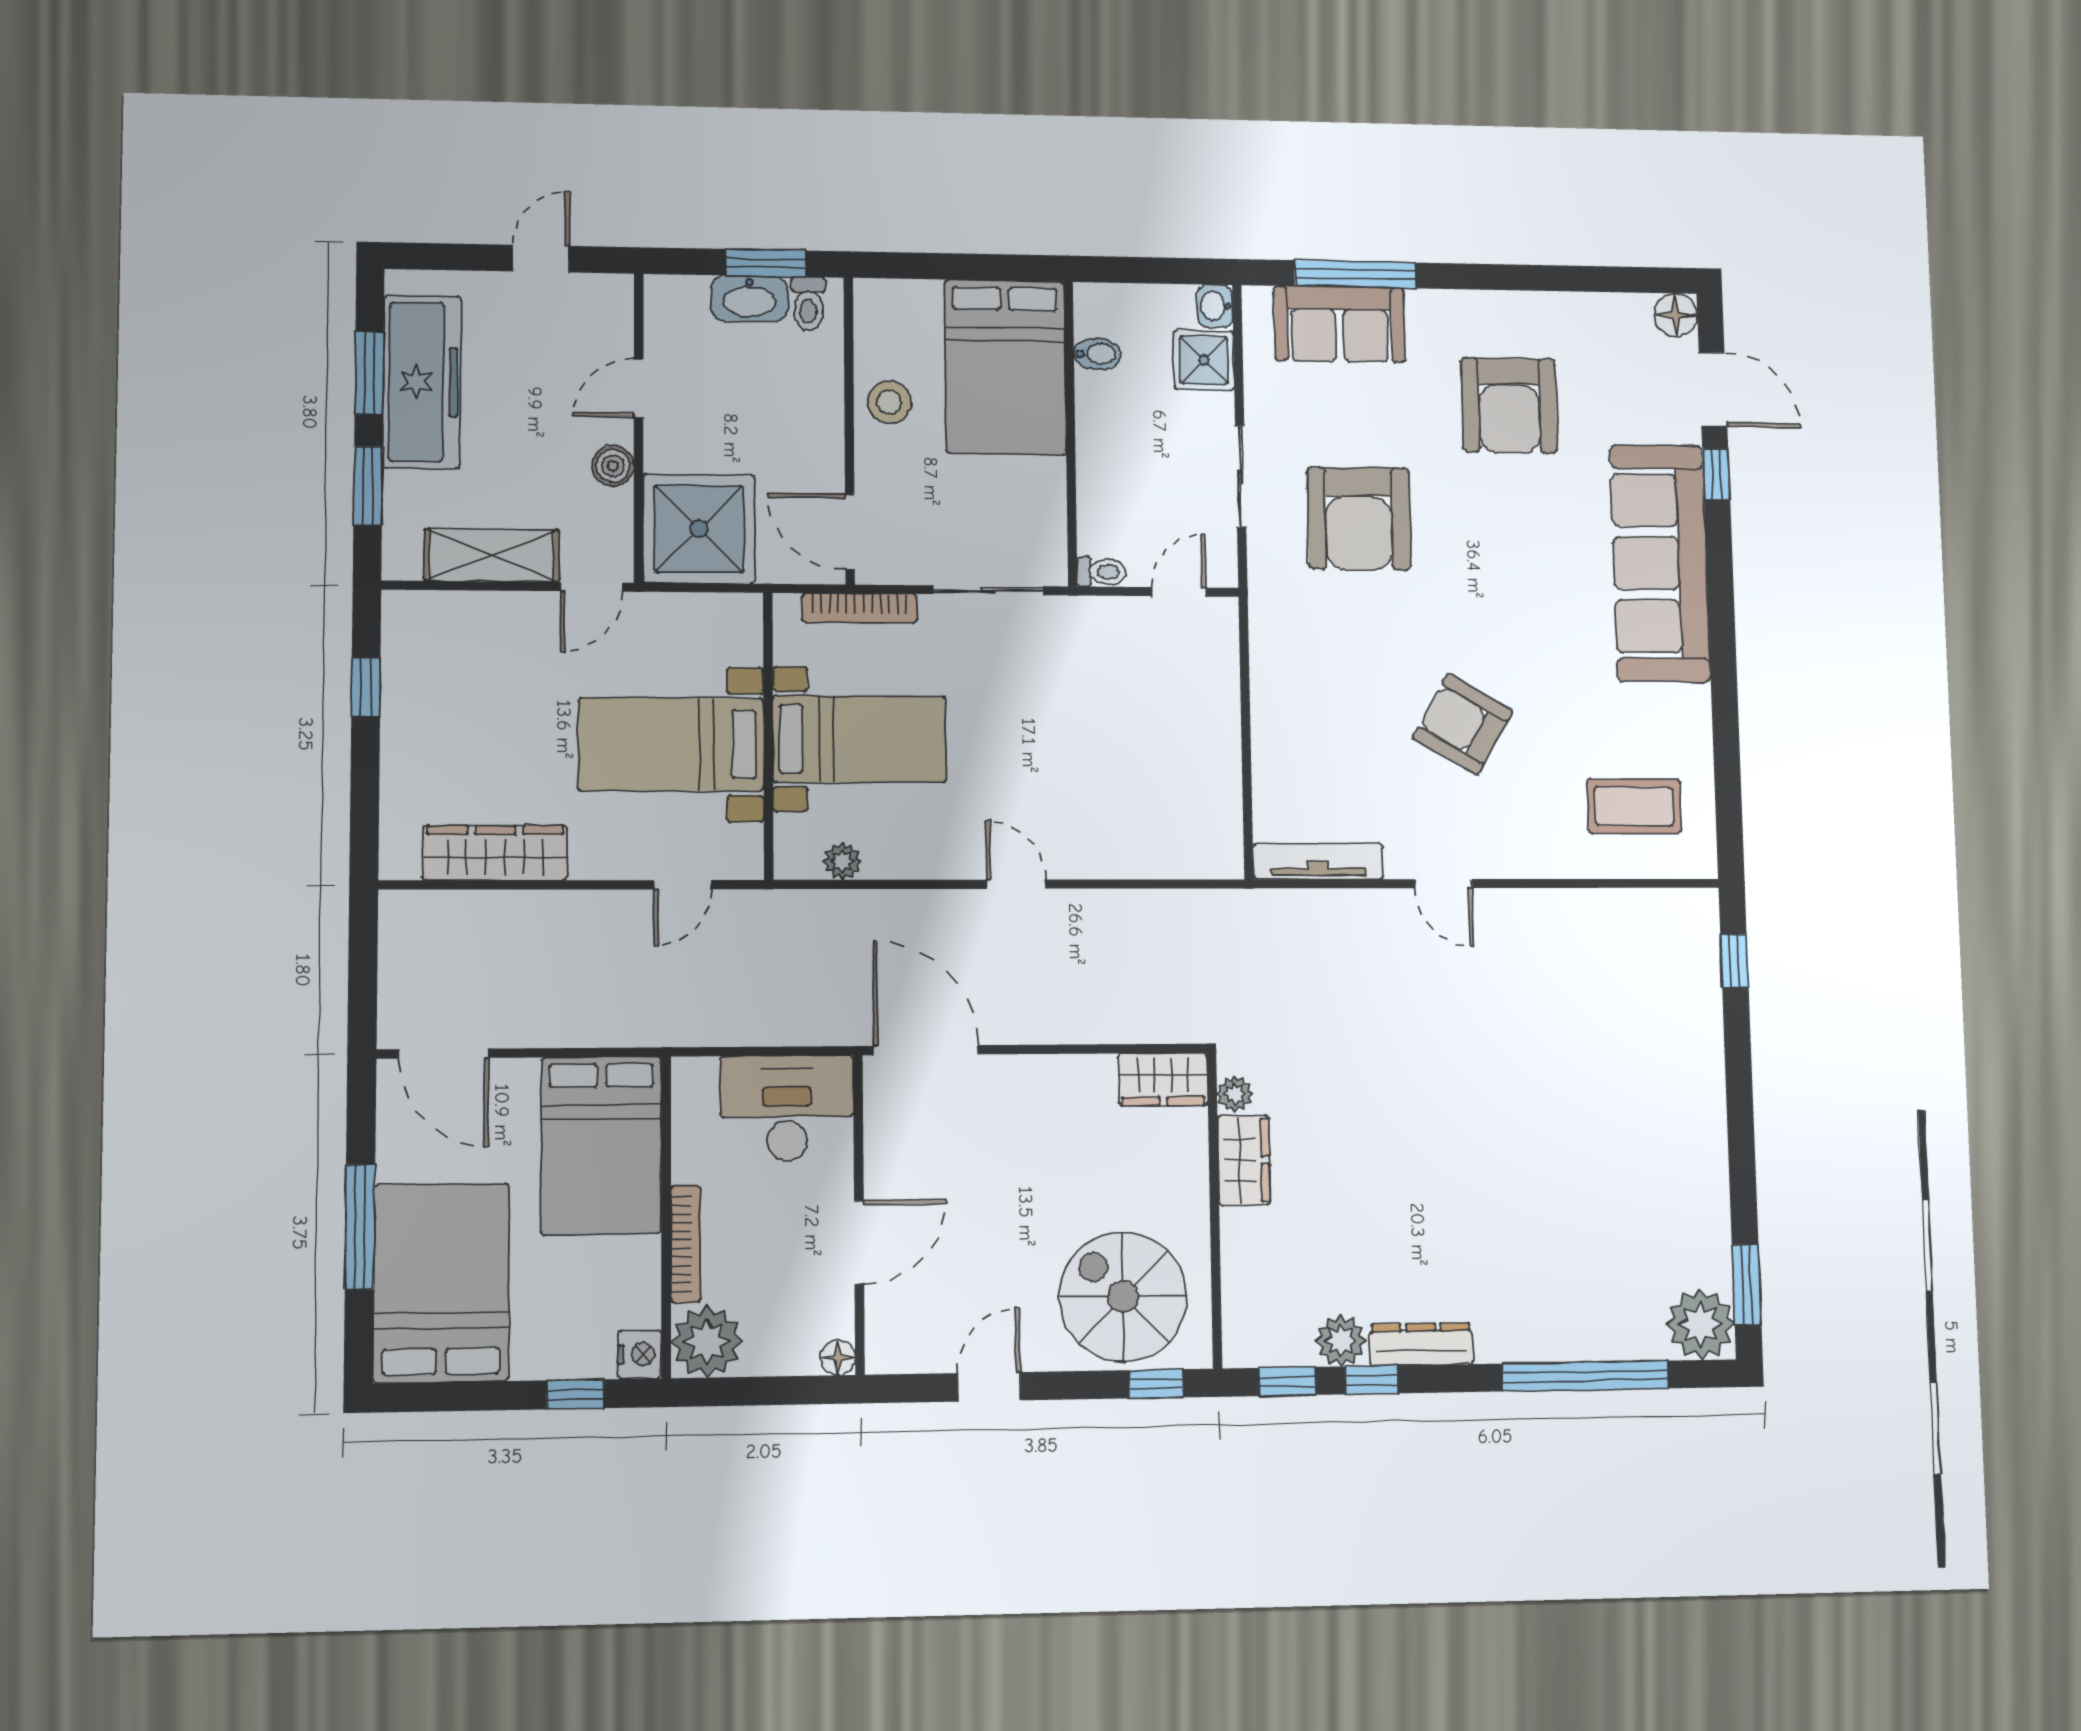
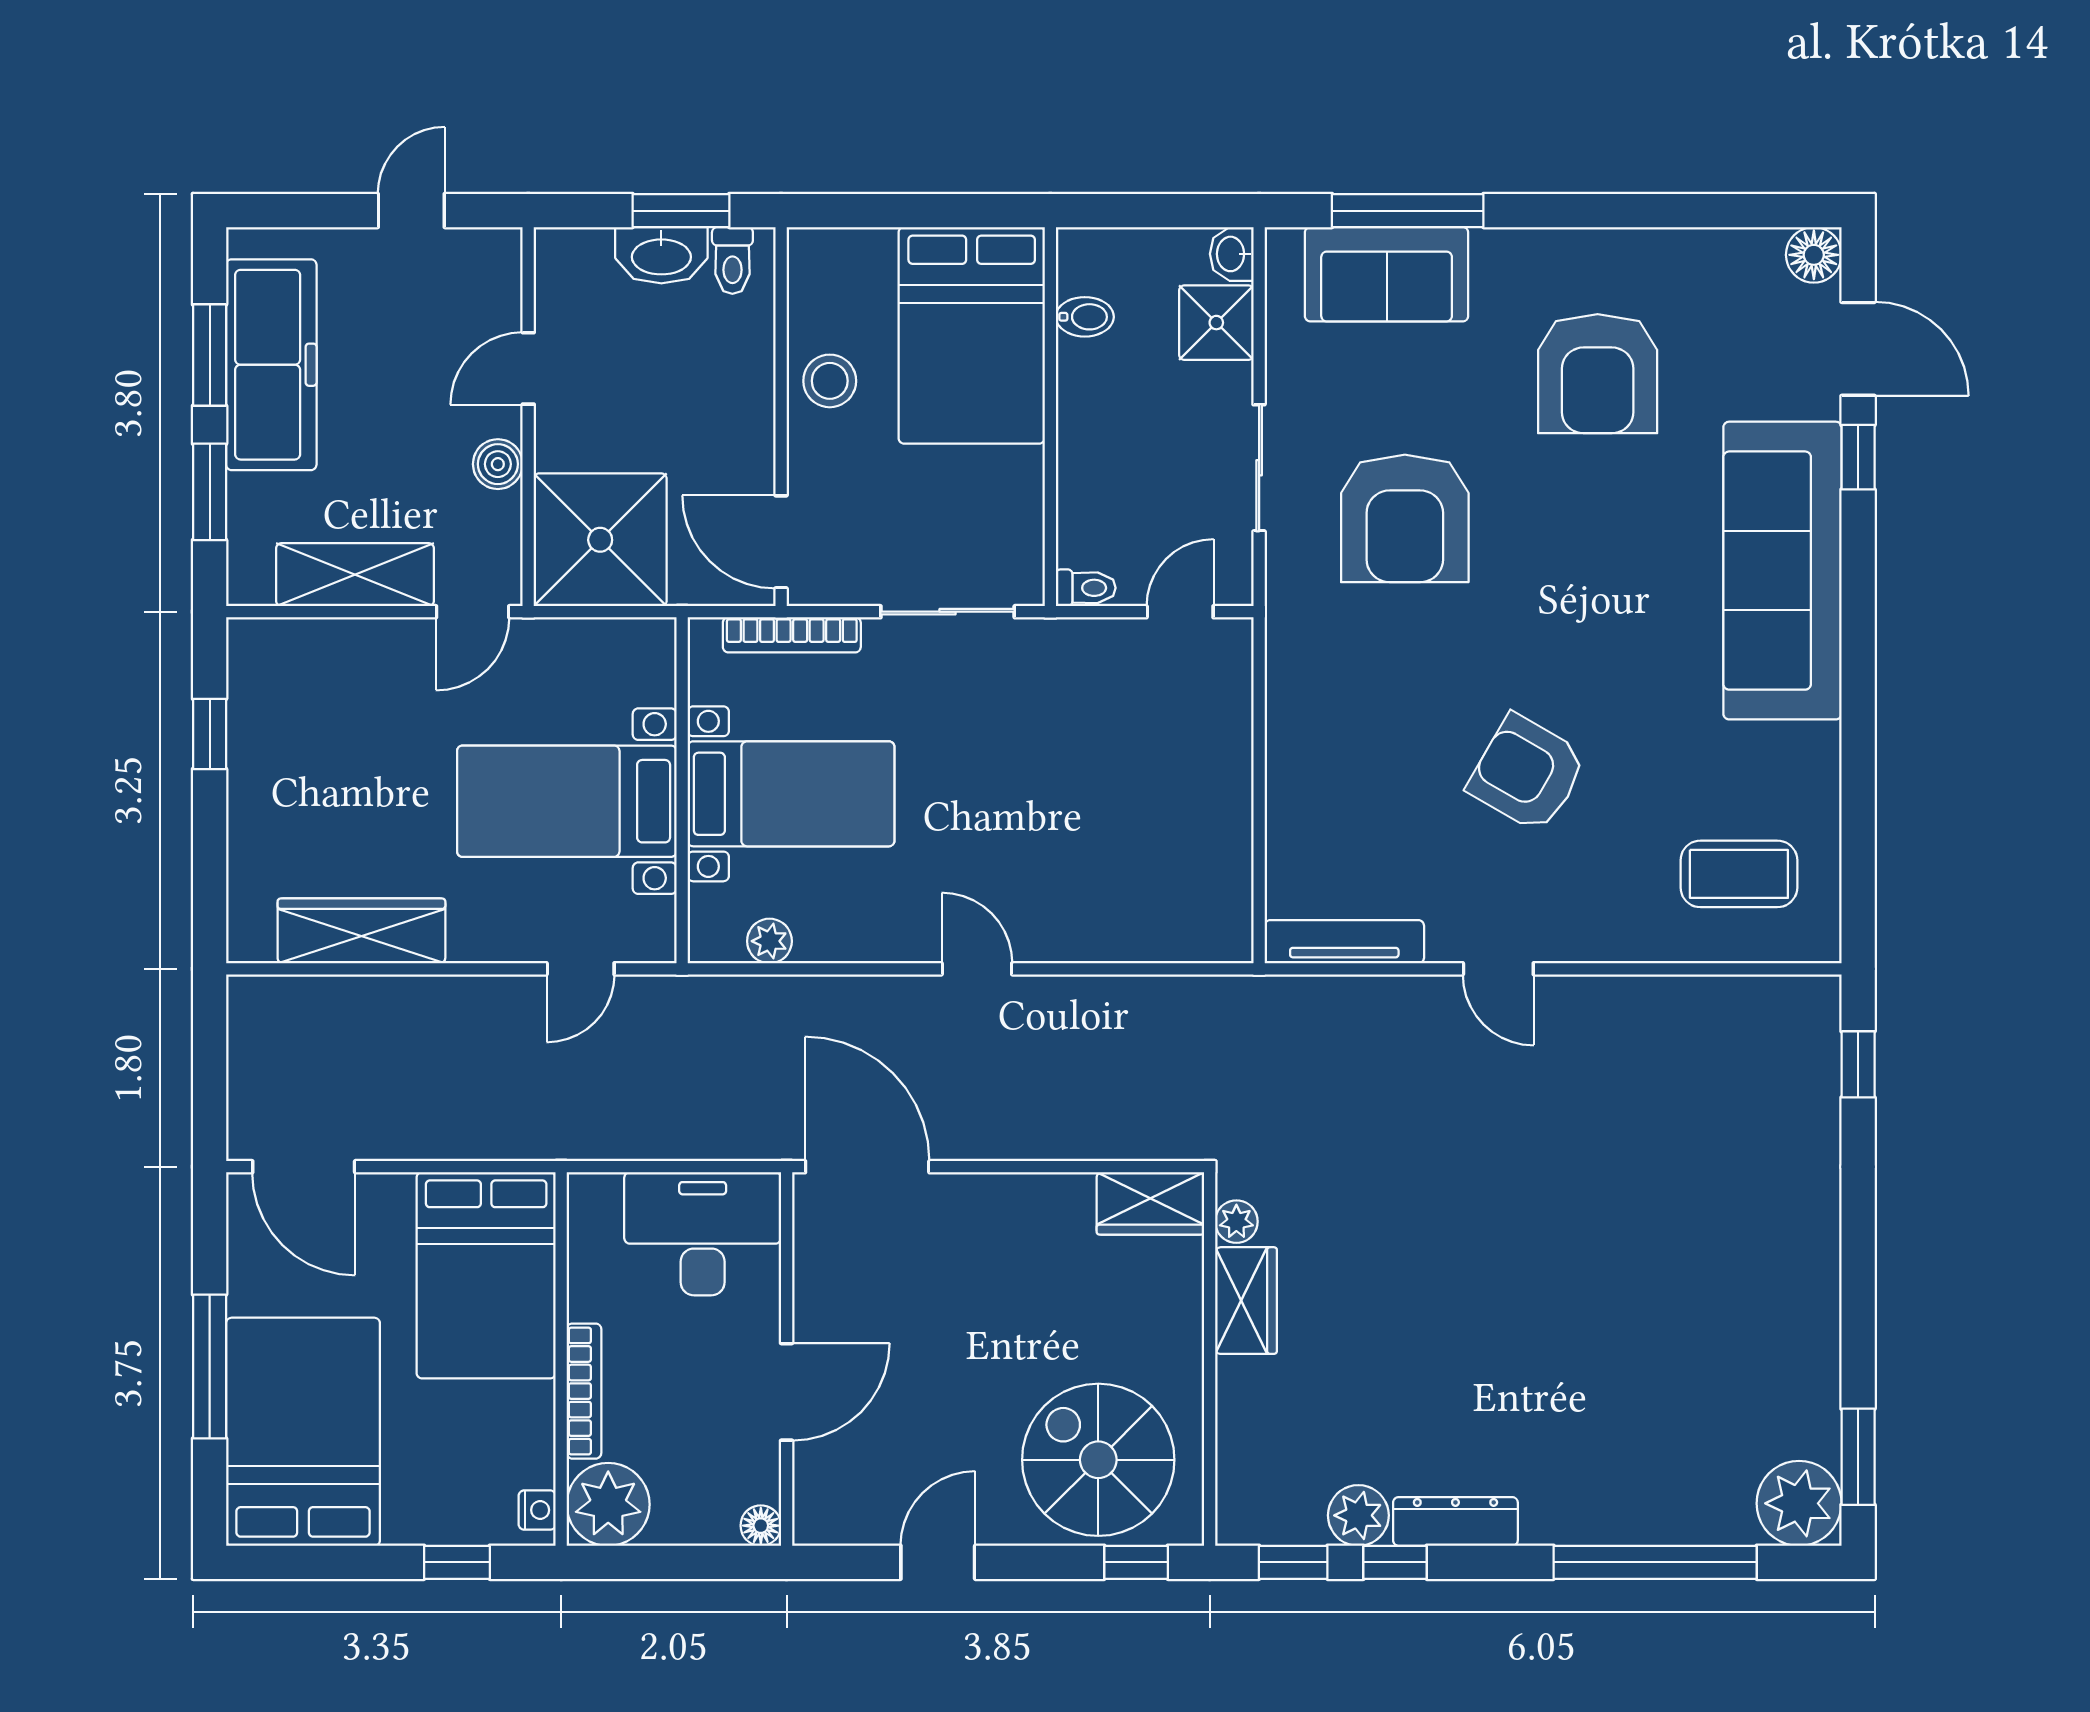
nightstand: (640, 1354) -> (537, 1510), width x0.72, depth x0.74

